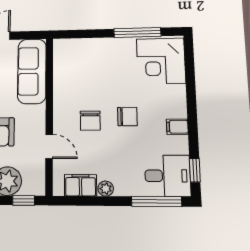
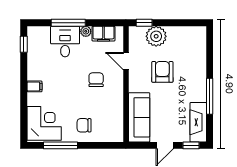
chair: (127, 117) -> (84, 125), moved
filing cabinet: (177, 127) -> (34, 86), moved
desk: (168, 176) -> (65, 42), moved, turned 90
window: (156, 201) -> (68, 23), moved

